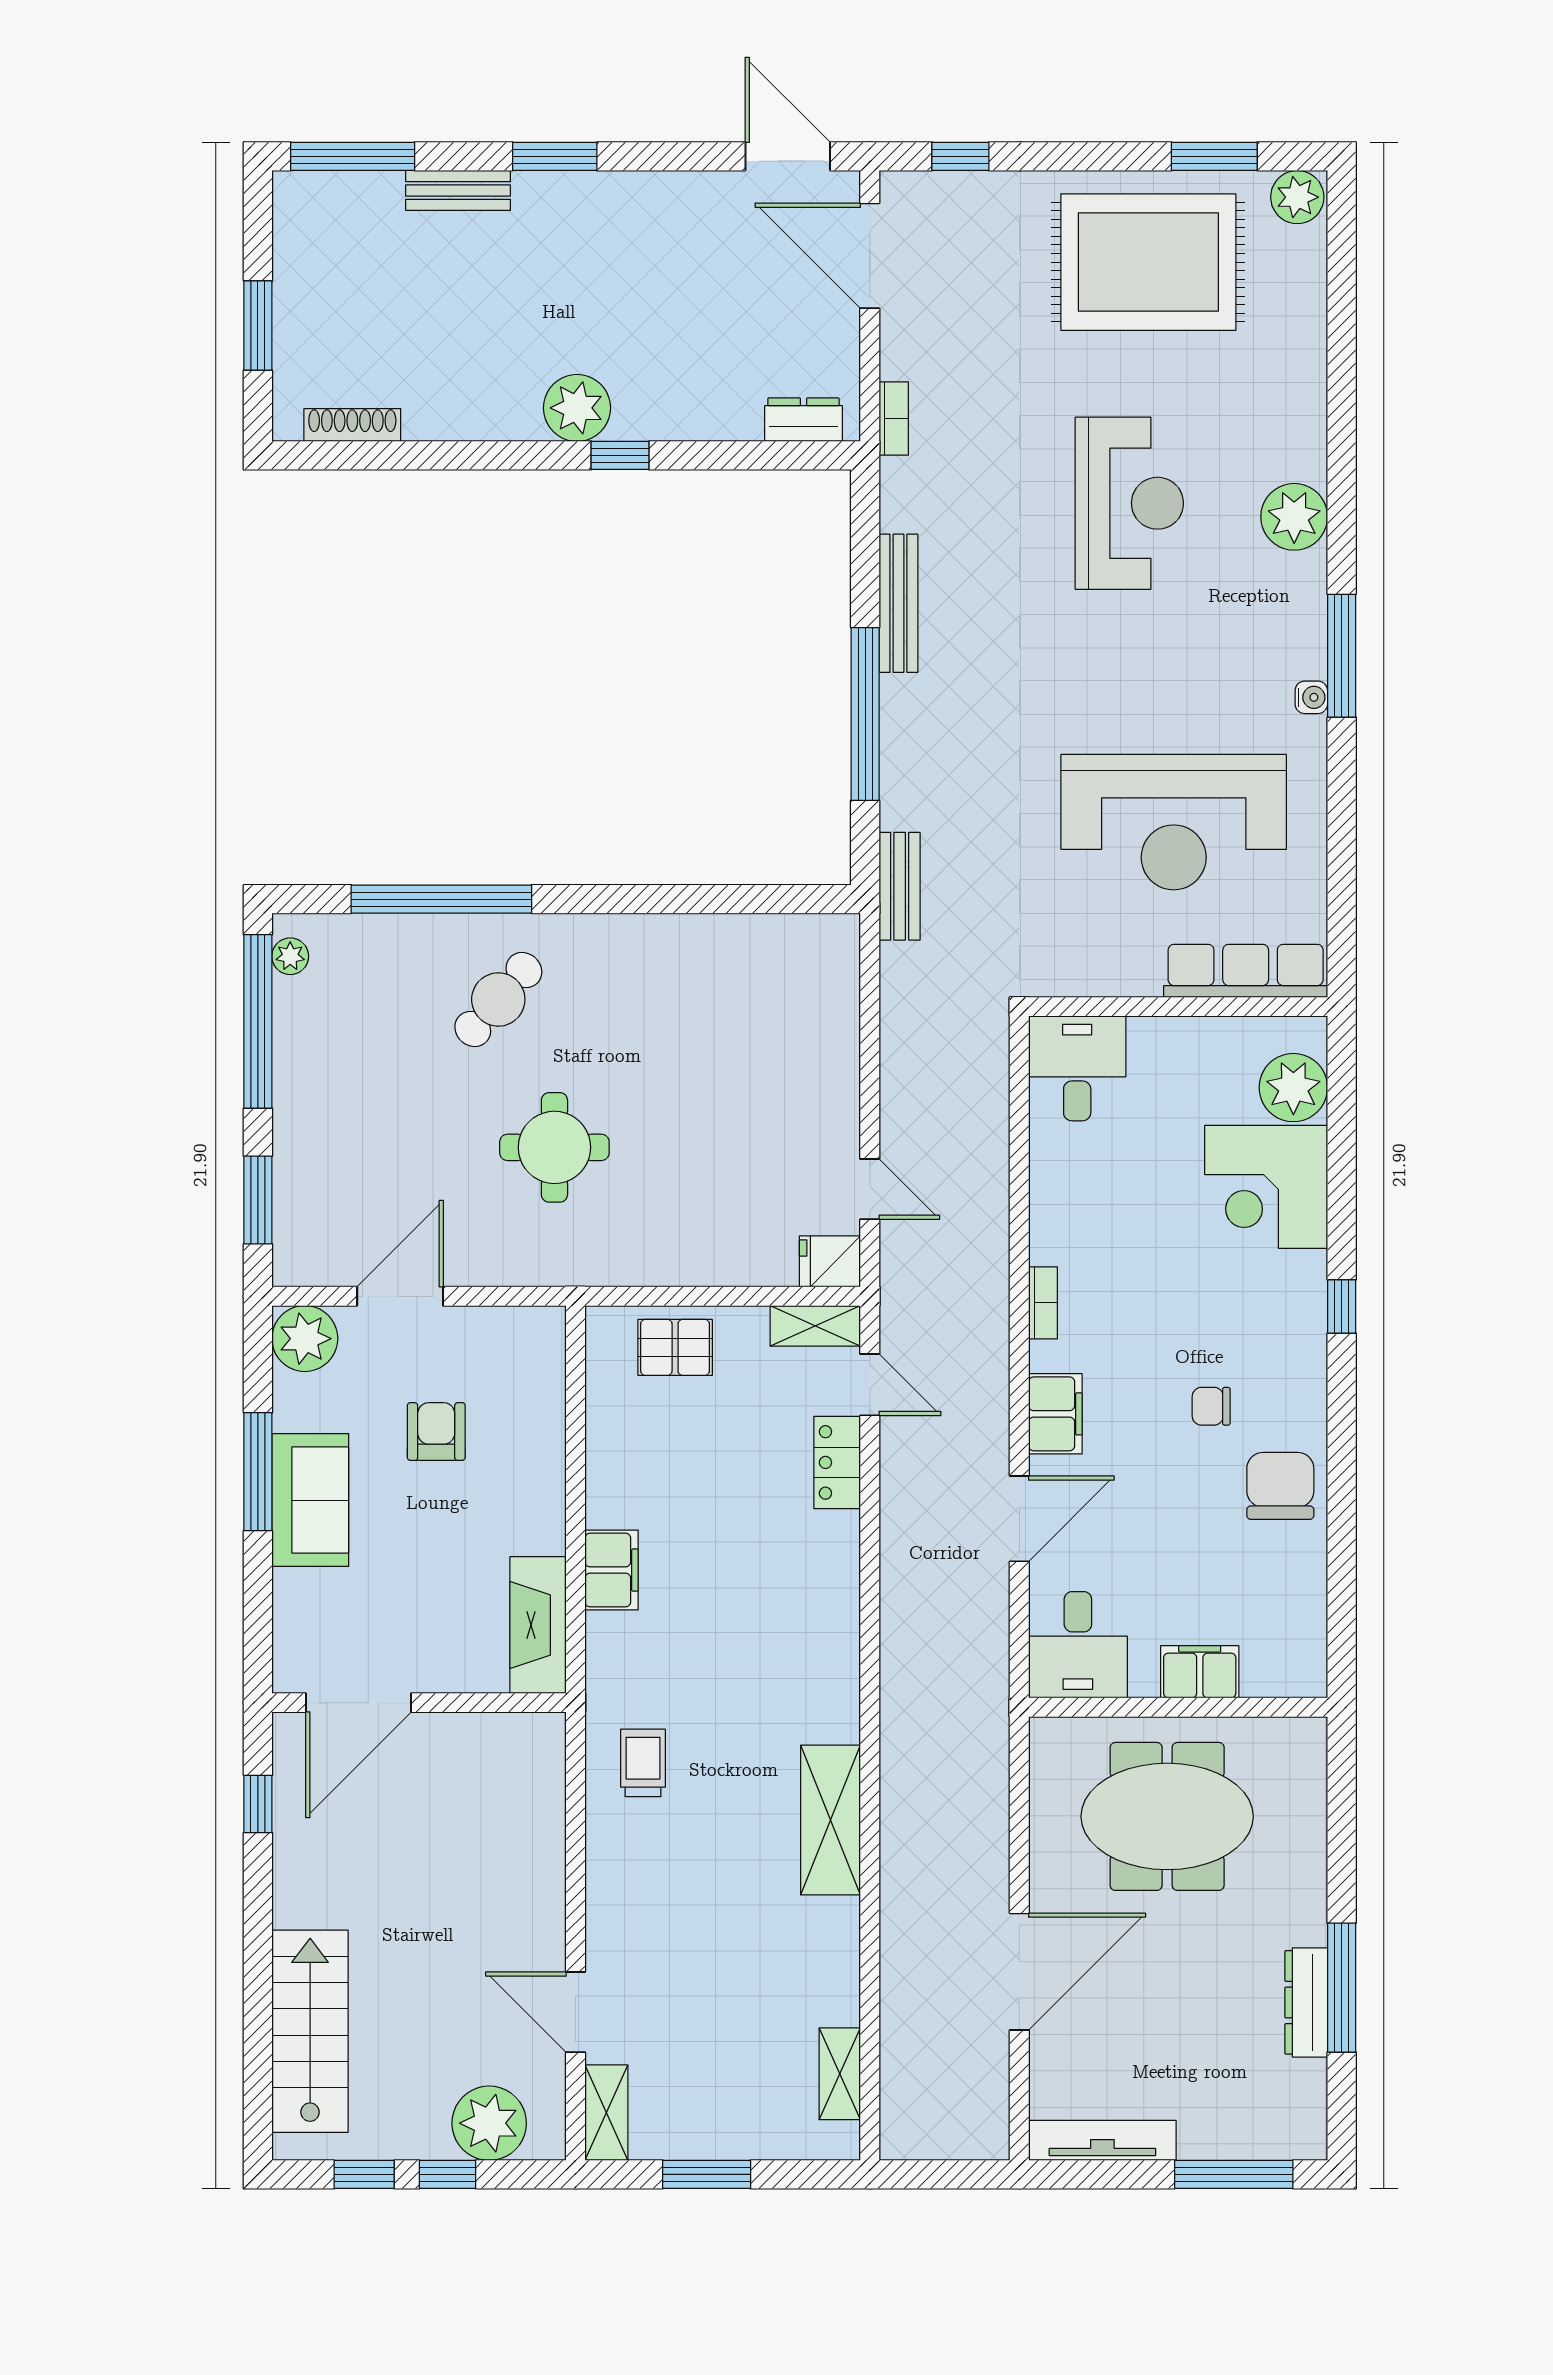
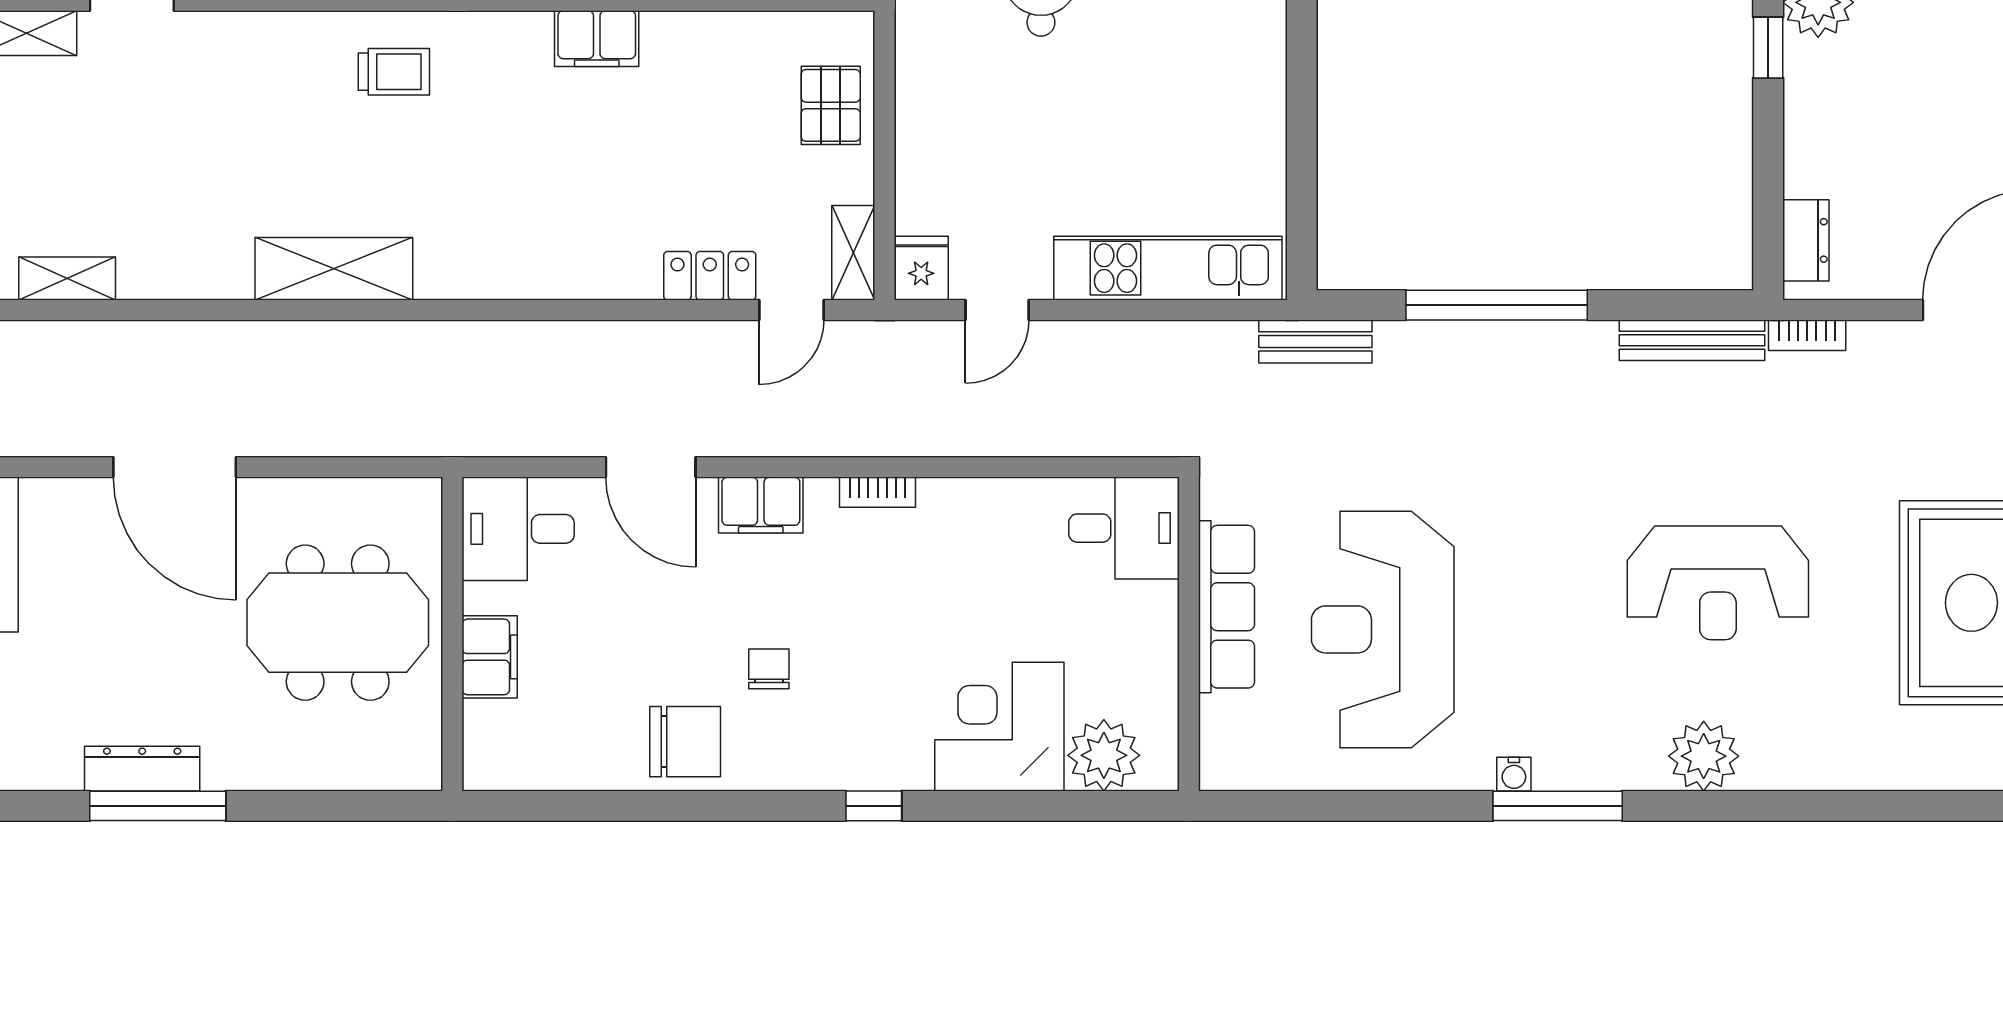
bench: (898, 603) -> (1692, 340), moved
row of seats: (1246, 971) -> (1227, 607), moved
kitchen unit: (830, 1027) -> (1168, 268), added
meeting table: (1167, 1816) -> (338, 623), turned 90

